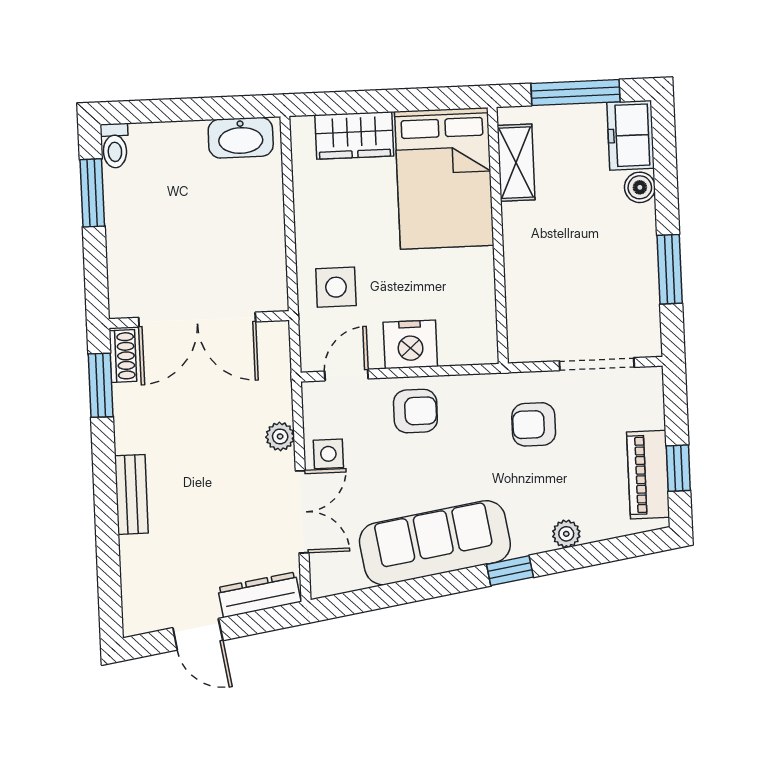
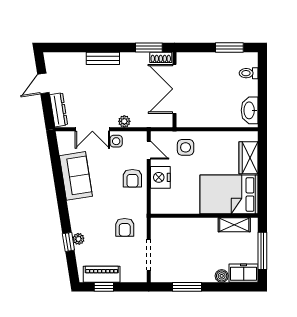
toilet: (115, 146) -> (249, 73), moved
armchair: (534, 424) -> (125, 227), turned 180
sofa: (435, 543) -> (76, 176), width x0.73
window: (510, 571) -> (68, 242), moved

